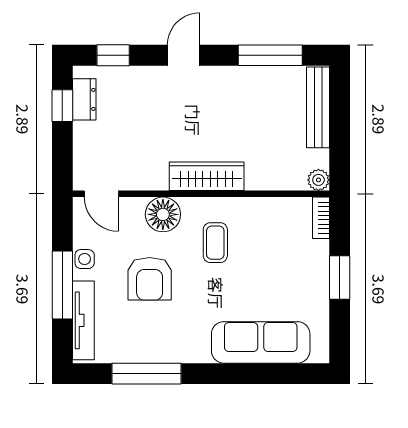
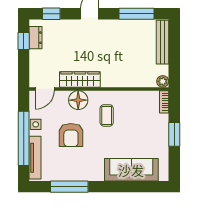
wardrobe: (207, 176) -> (80, 79), moved
door: (101, 194) -> (45, 89), hinge flipped
window: (62, 285) -> (24, 138), width x1.46

